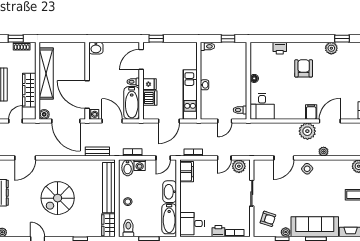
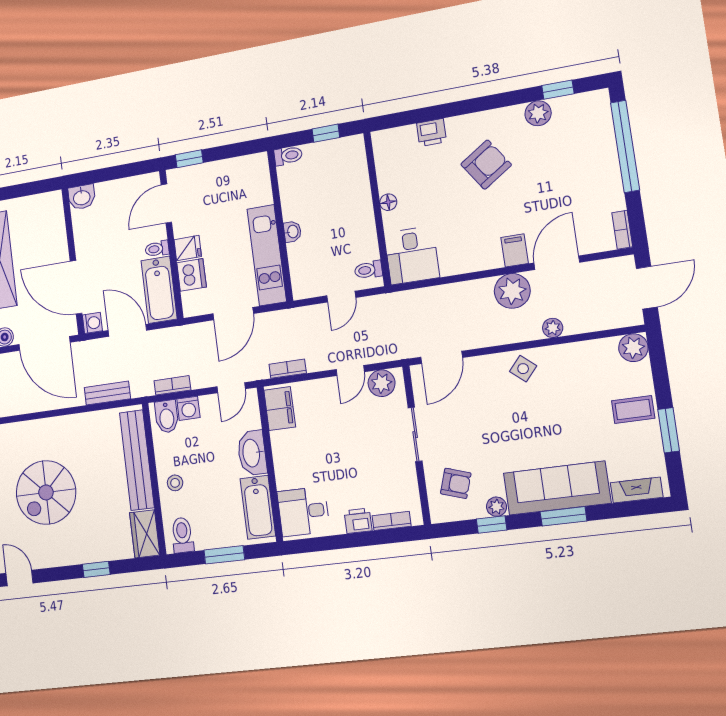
armchair: (304, 68) -> (486, 165), turned 56
door: (284, 158) -> (441, 357), moved

